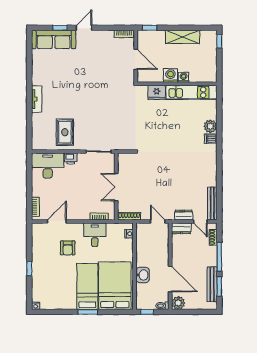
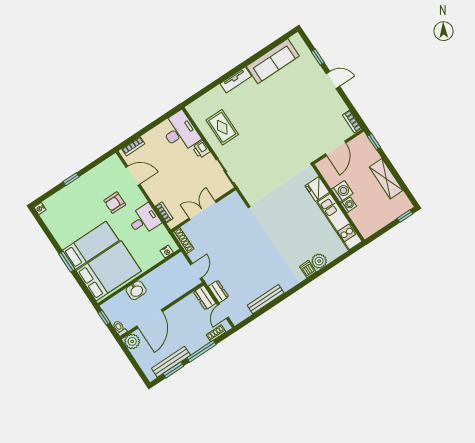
sofa: (54, 39) -> (273, 61), moved, turned -90
rug: (65, 132) -> (222, 127), turned 90
bench: (212, 204) -> (266, 299), moved

